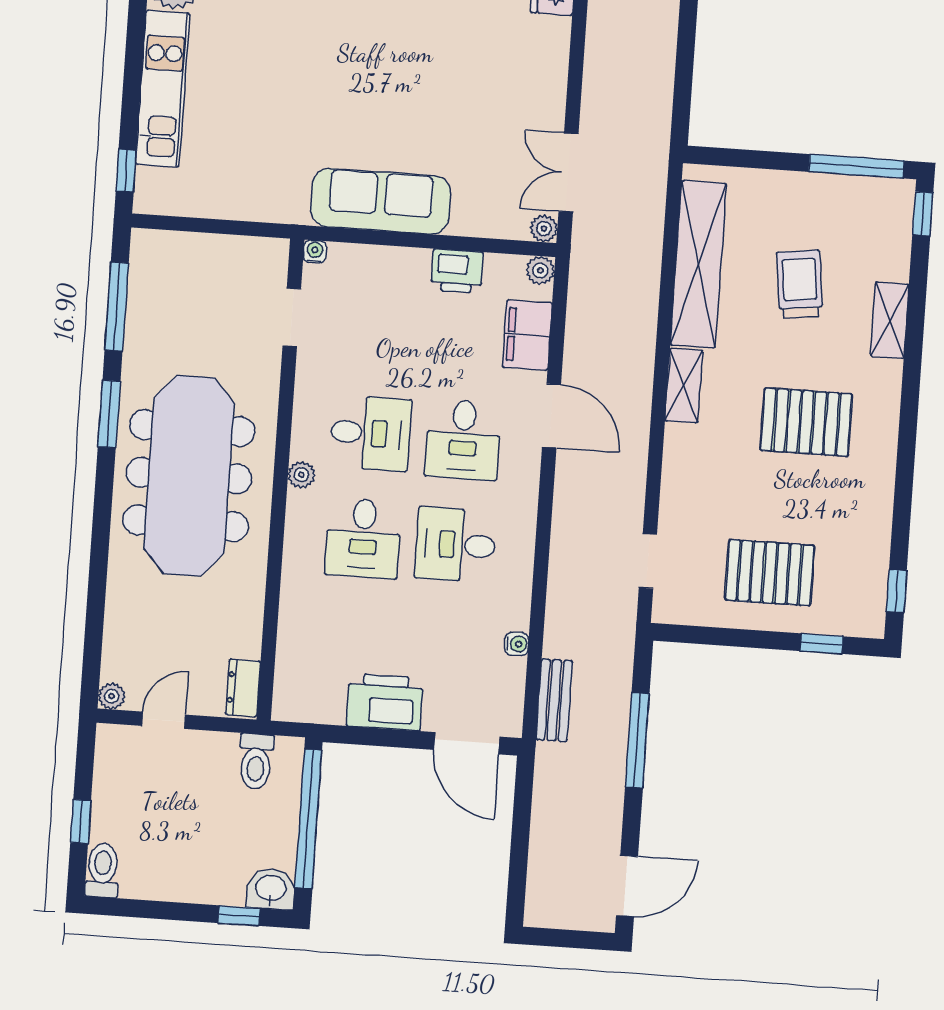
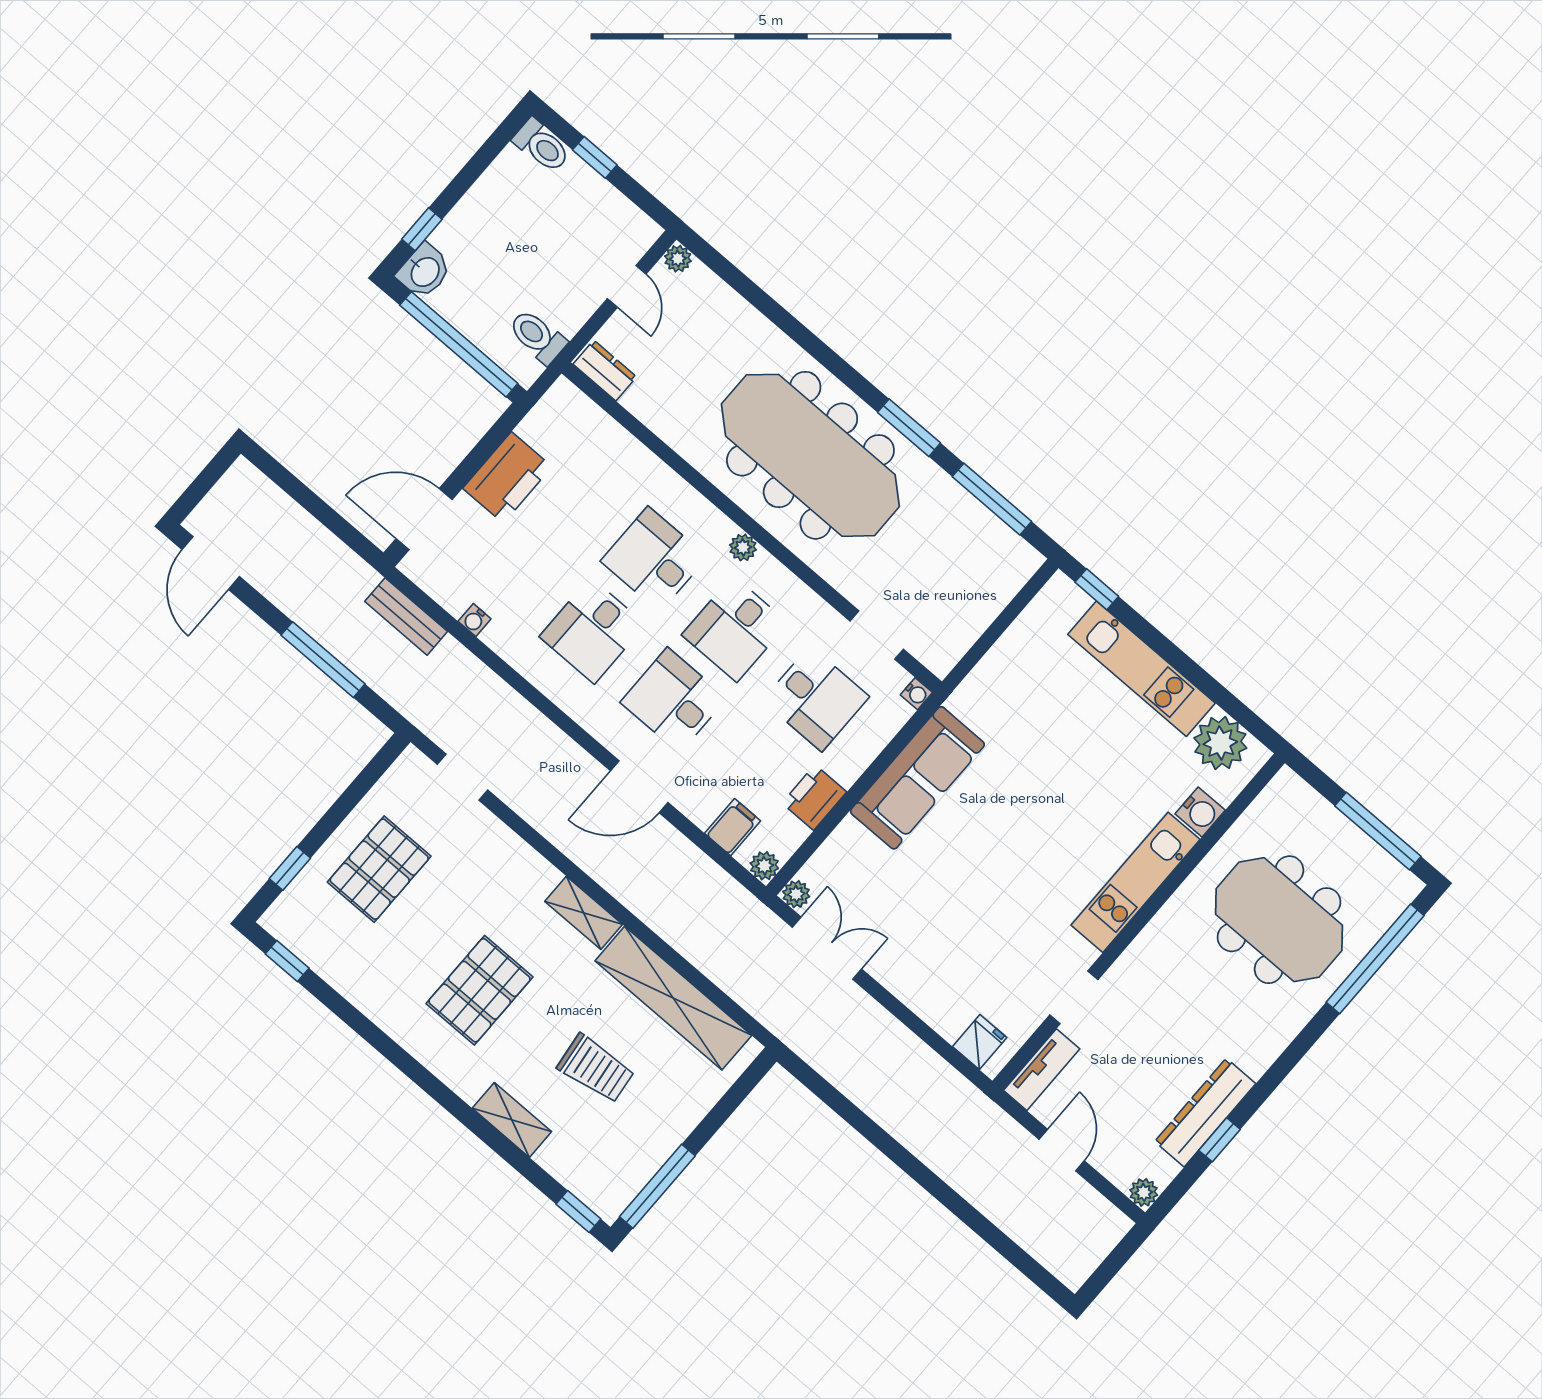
desk: (378, 328) -> (816, 699), added
filing cabinet: (527, 335) -> (733, 827), width x0.50
desk: (456, 545) -> (592, 631), turned 180

